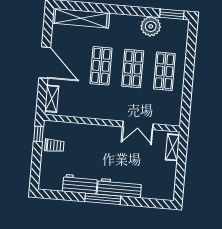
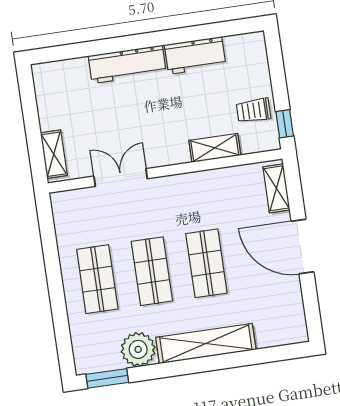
shelving: (81, 18) -> (206, 344), moved
shelving: (81, 130) -> (215, 148), added
window: (103, 199) -> (151, 40), removed

